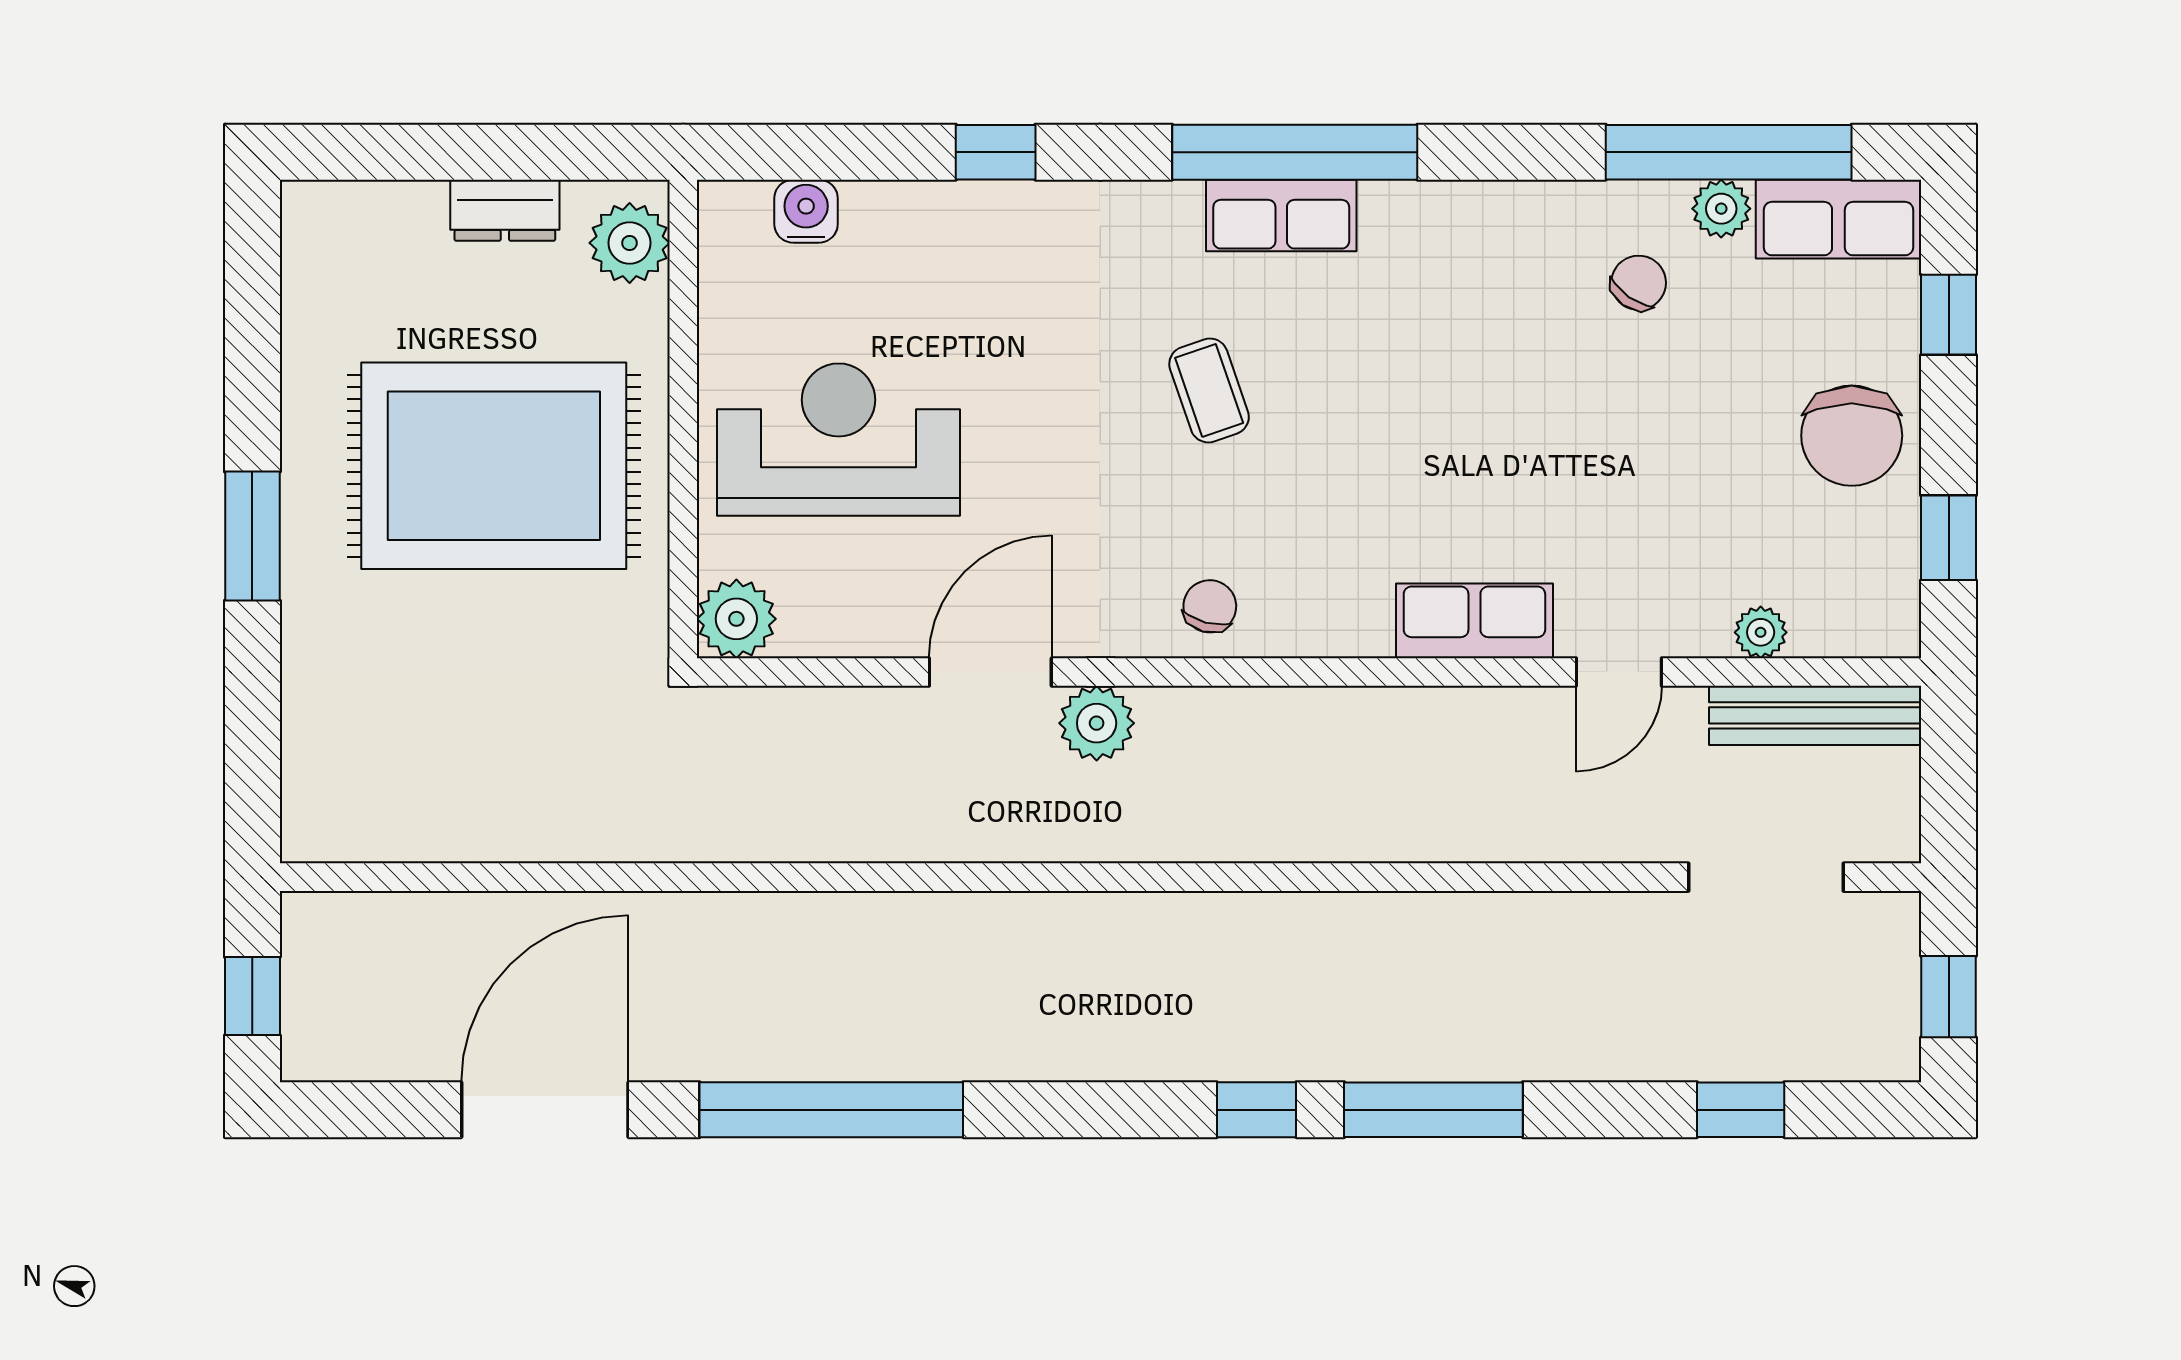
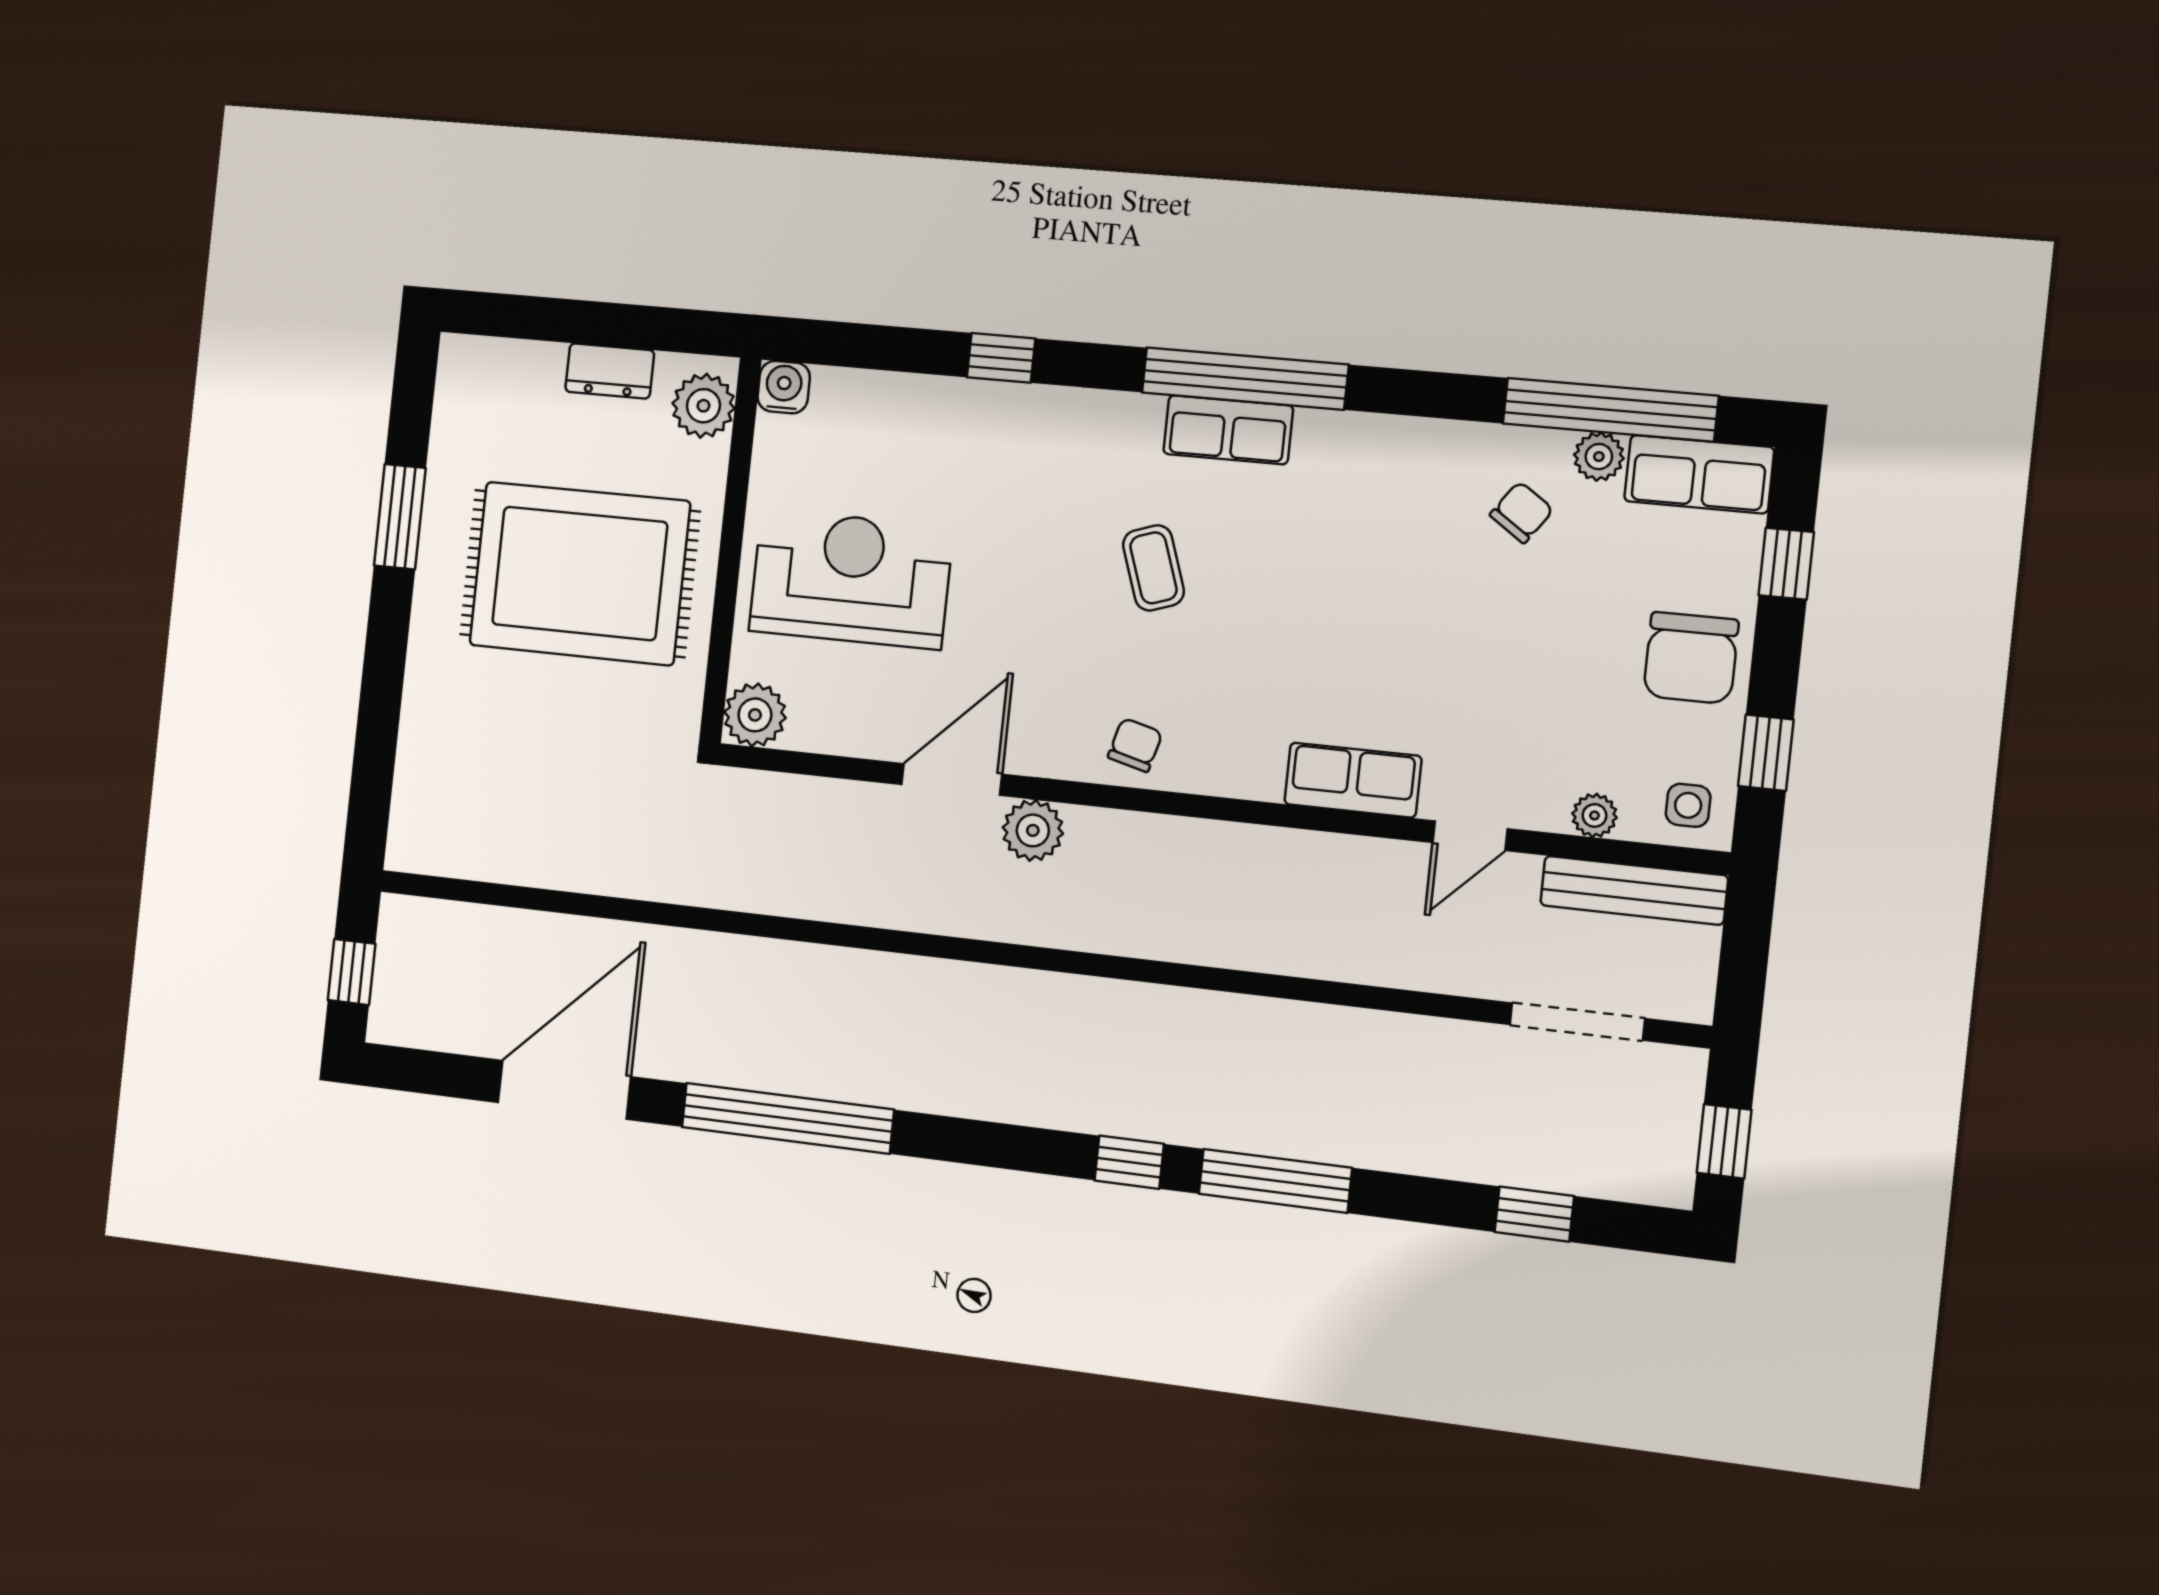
water cooler: (806, 211) -> (784, 387), moved
window: (252, 536) -> (400, 517), moved
side table: (1867, 609) -> (1688, 805), added

